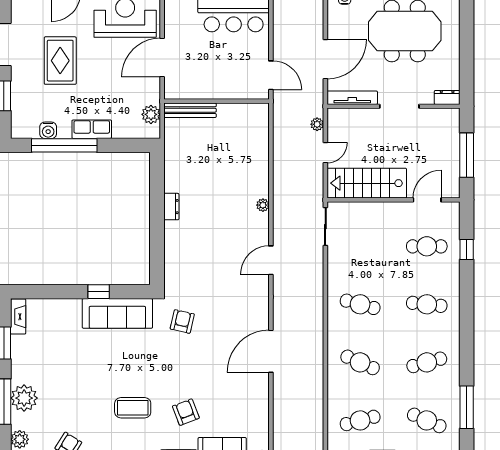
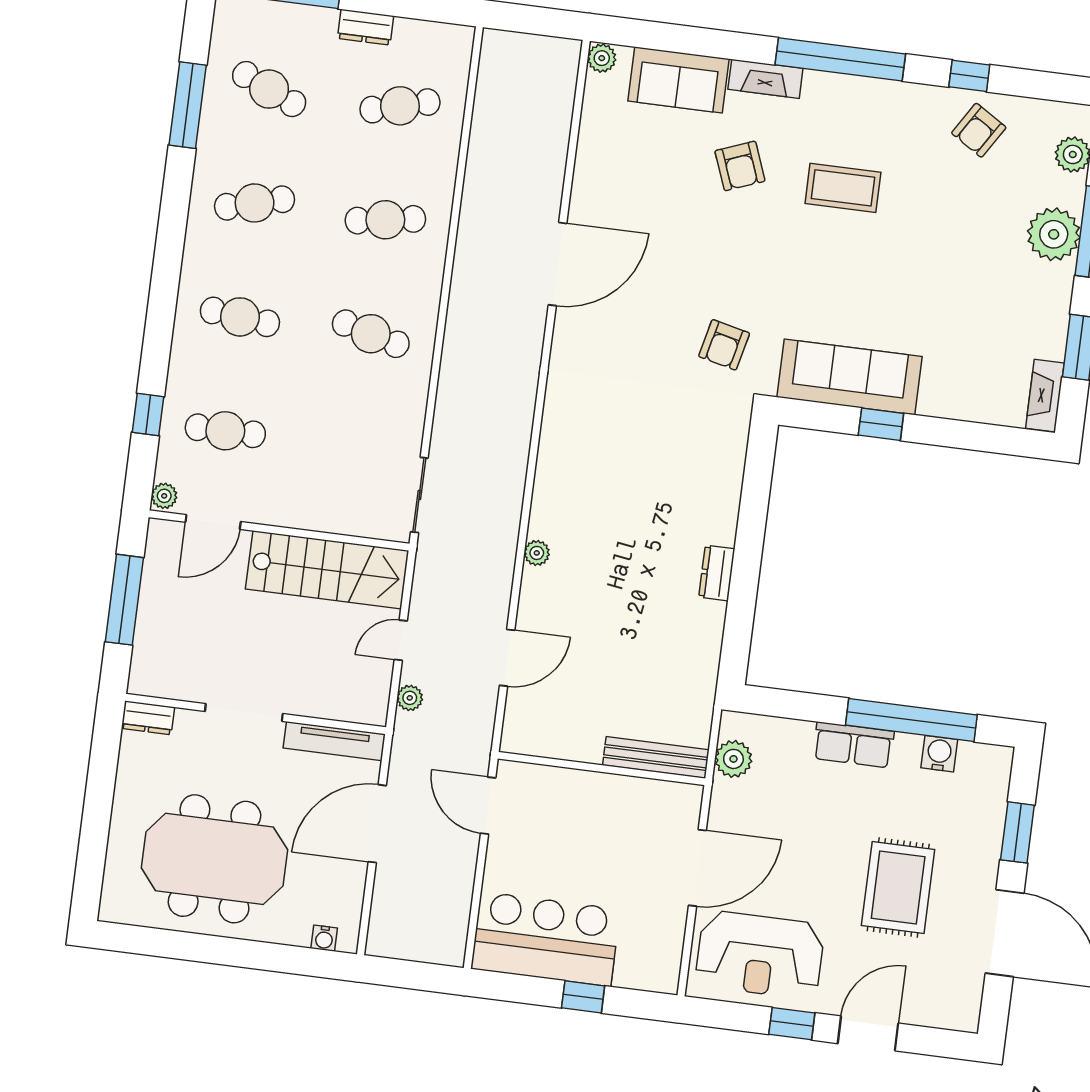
plant: (453, 210) -> (164, 496), added
door: (271, 260) -> (507, 658), moved
cafe table: (360, 362) -> (385, 220), turned -33

